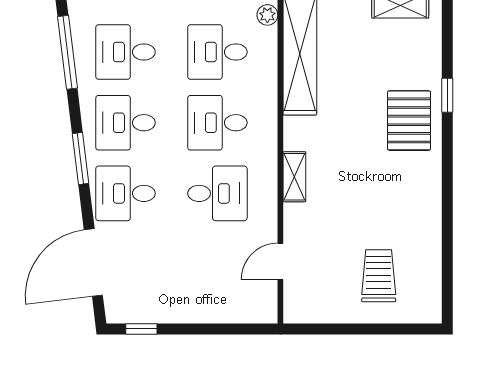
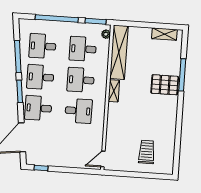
window: (67, 52) -> (18, 57), moved
window: (447, 95) -> (182, 75), width x2.17
pallet: (409, 120) -> (165, 85), turned 90
shelving: (294, 177) -> (114, 91), moved
door: (280, 261) -> (103, 159), moved

